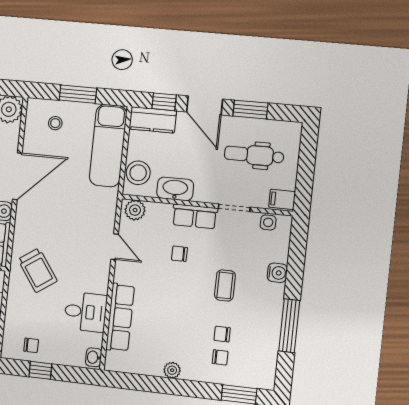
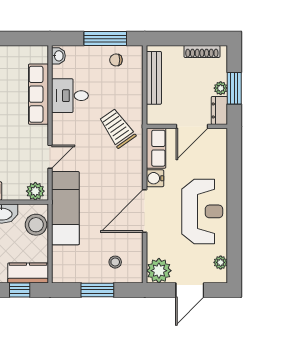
exam couch: (108, 146) -> (65, 208), moved
door: (115, 247) -> (50, 157), swing flipped
window: (40, 370) -> (105, 39), width x2.17

